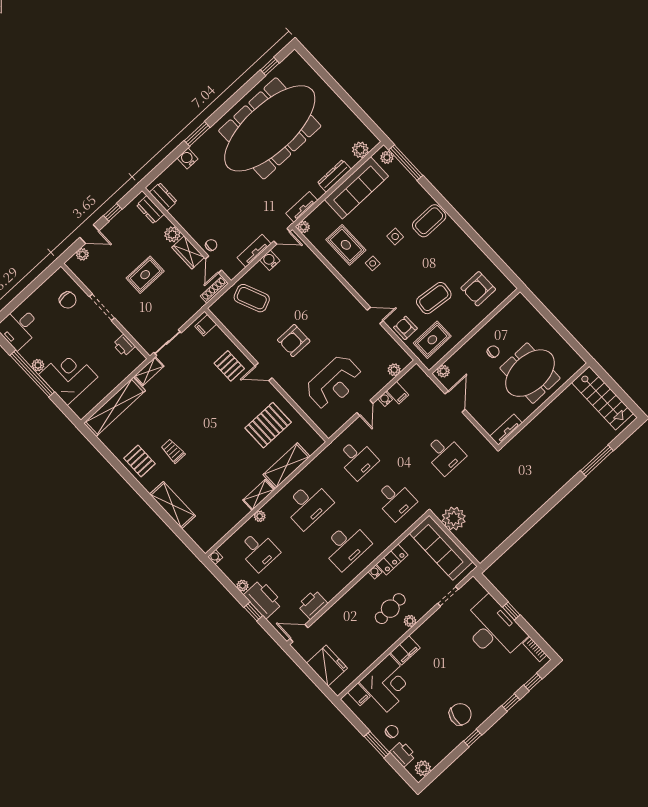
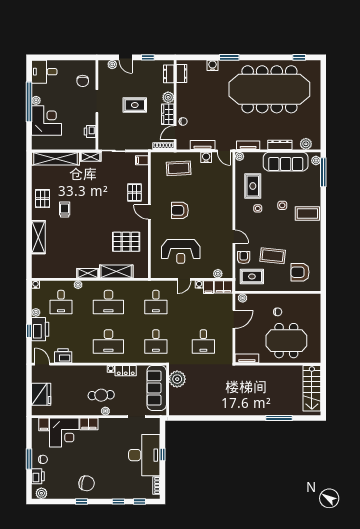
coffee table: (252, 298) -> (179, 168), turned -70
filing cabinet: (413, 378) -> (223, 287), added

